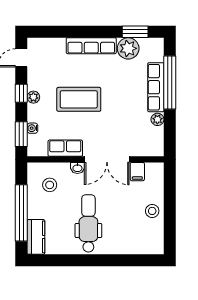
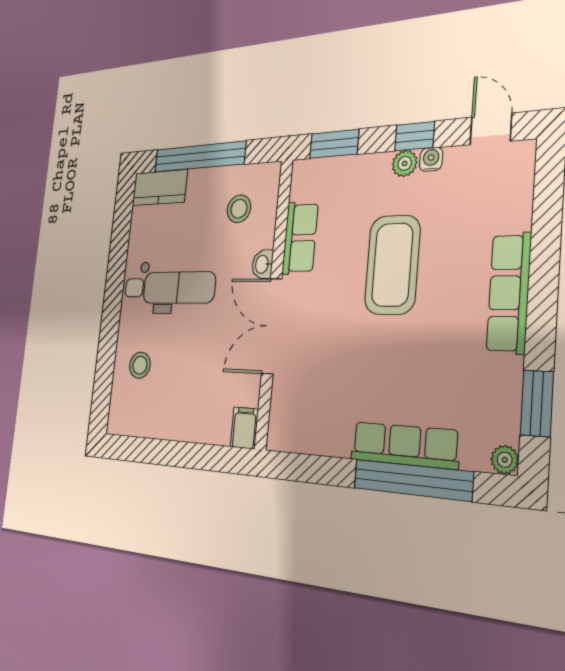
plant: (128, 48) -> (505, 460), moved, width x0.53, depth x0.53
plant: (157, 119) -> (337, 443), removed
water cooler: (32, 128) -> (431, 159), moved
filing cabinet: (137, 172) -> (244, 428), moved, turned 90
stool: (152, 211) -> (140, 365), moved

